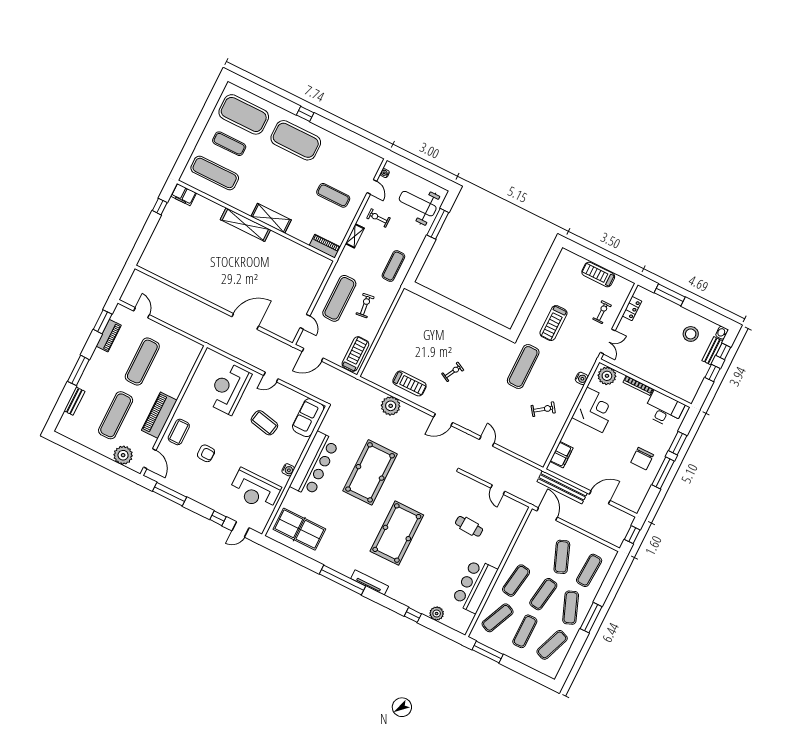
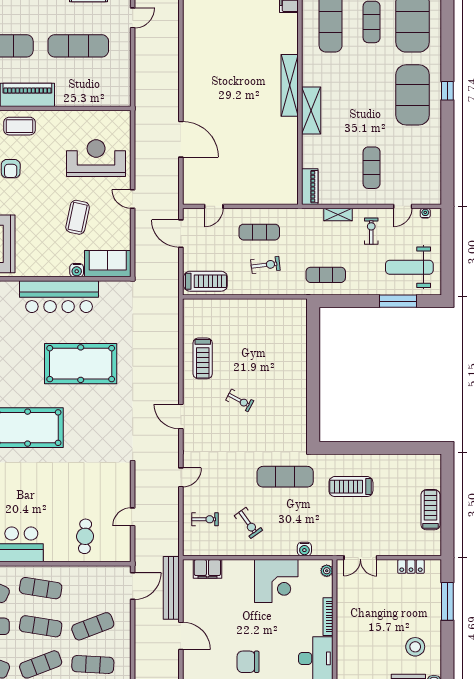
weight bench: (418, 204) -> (409, 267), turned -90
exercise mat: (339, 298) -> (259, 232), width x0.73, depth x0.69
exercise bike: (602, 312) -> (205, 519), moved
plant: (607, 376) -> (327, 571), width x0.53, depth x0.53
plant: (391, 406) -> (167, 350), removed
water cooler: (288, 470) -> (77, 270), moved
cafe table: (469, 526) -> (85, 536), moved

